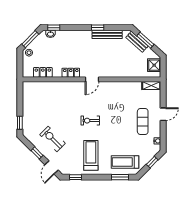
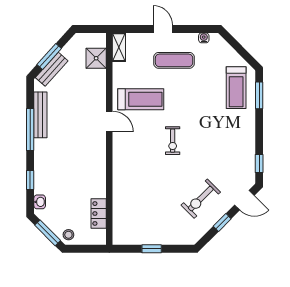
window: (54, 28) -> (30, 180), moved
window: (98, 28) -> (30, 130), width x2.17
shower: (154, 65) -> (96, 58), moved
locker: (71, 73) -> (99, 171), removed
door: (92, 79) -> (109, 121), moved
window: (20, 123) -> (152, 249), moved
treadmill: (91, 155) -> (141, 99), moved, turned 180
window: (152, 162) -> (236, 46), removed

